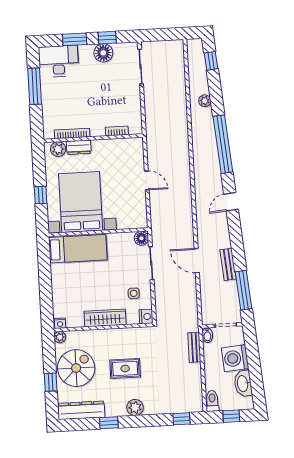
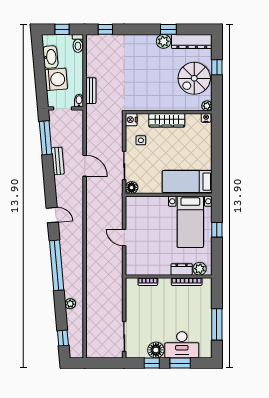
desk: (58, 61) -> (182, 345), moved
bed with nightstands: (81, 202) -> (190, 222), width x0.73
door: (231, 202) -> (52, 215), hinge flipped
rug: (125, 368) -> (152, 76), removed
plant: (135, 407) -> (164, 41), moved

